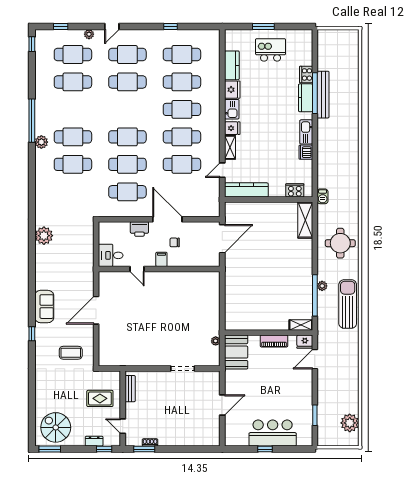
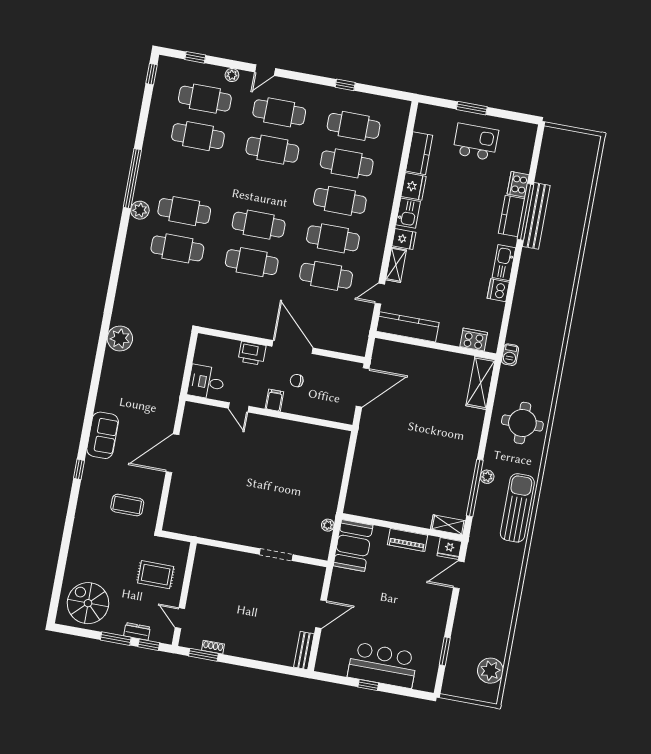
cafe table: (127, 192) -> (245, 300), removed
bench: (130, 389) -> (304, 650), moved
window: (50, 449) -> (116, 639), moved

